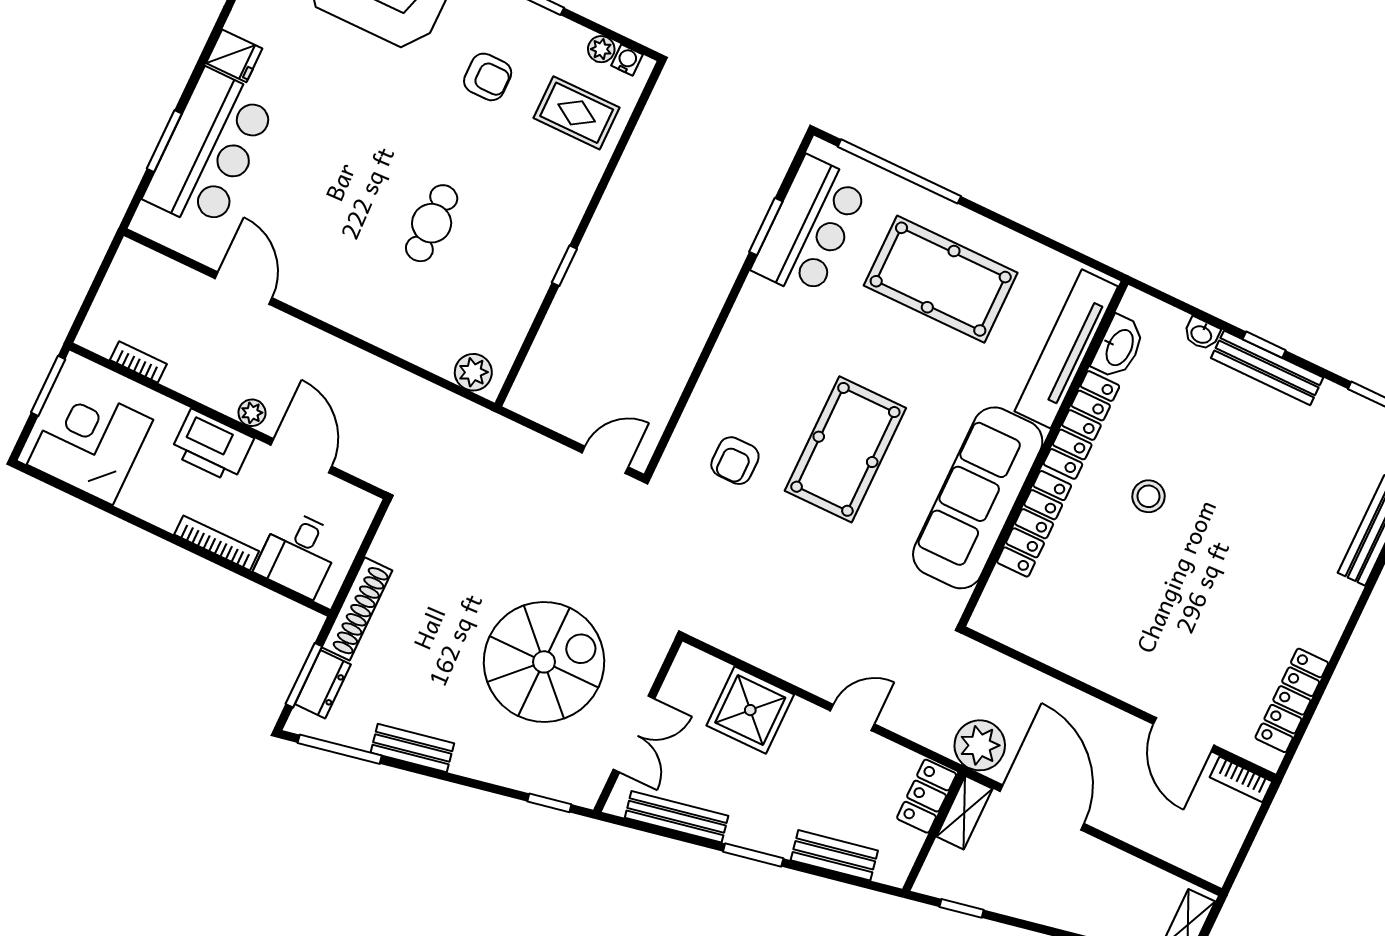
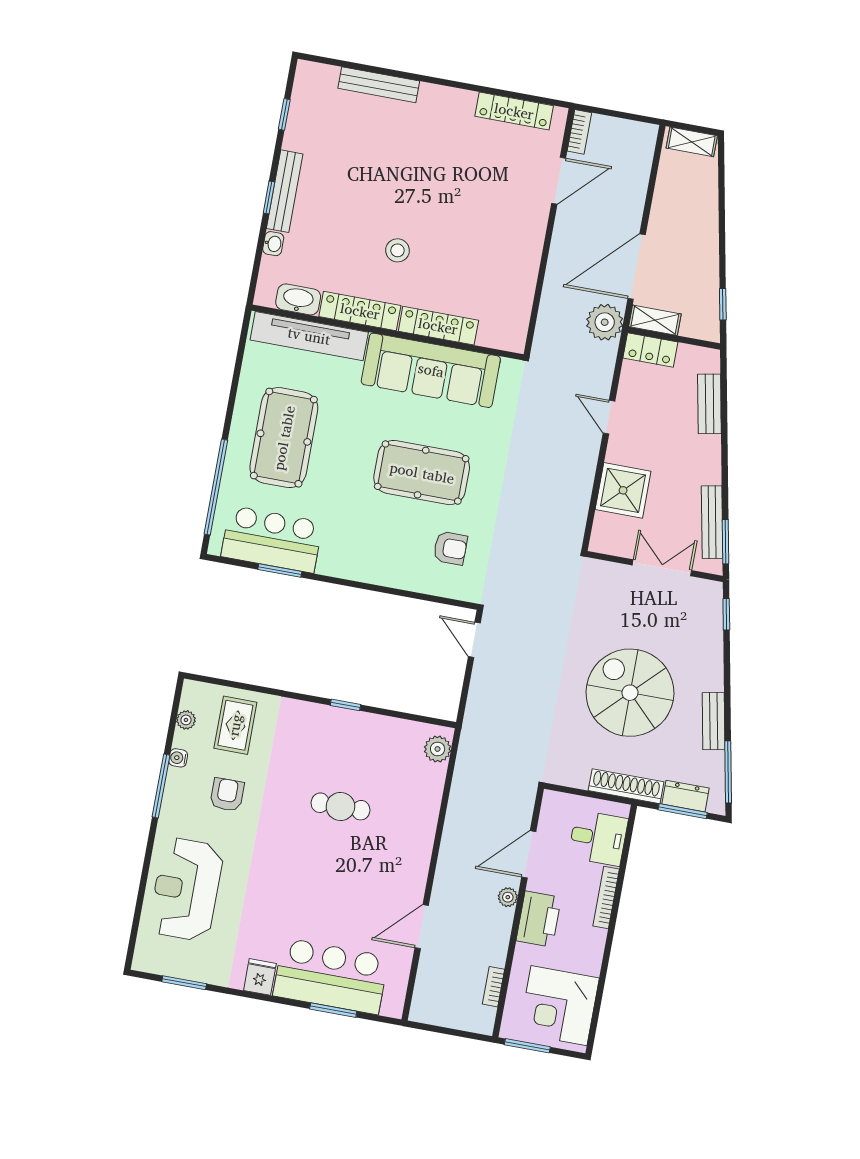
water cooler: (627, 60) -> (178, 758), moved
spiral stairs: (544, 662) -> (630, 693), moved
window: (753, 855) -> (726, 542), moved

